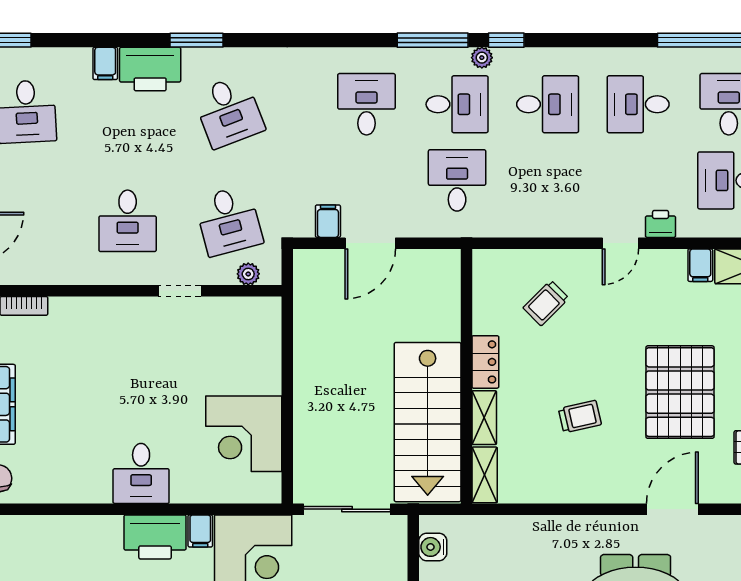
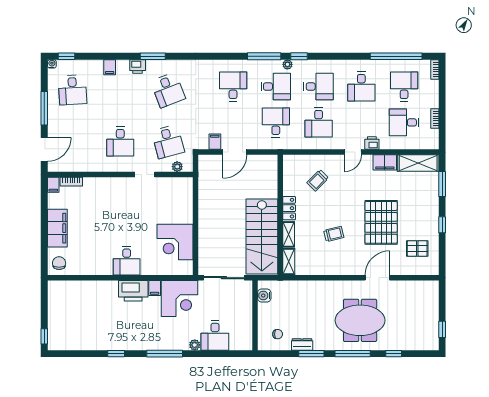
printer: (150, 69) -> (138, 67), width x0.53, depth x0.68
desk: (638, 104) -> (361, 87), turned -90
desk: (548, 180) -> (319, 122), added
filing cabinet: (700, 265) -> (385, 162), width x2.00

